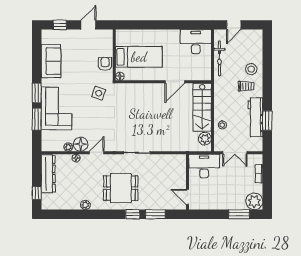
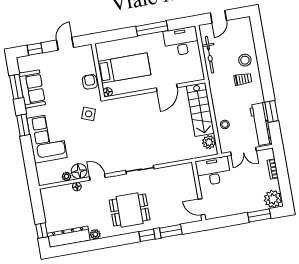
window: (171, 25) -> (152, 28), added
workbench: (255, 117) -> (261, 124), moved
window: (37, 119) -> (16, 87), moved
door: (97, 153) -> (97, 177), hinge flipped
dresser: (48, 174) -> (69, 237), moved, turned -90

